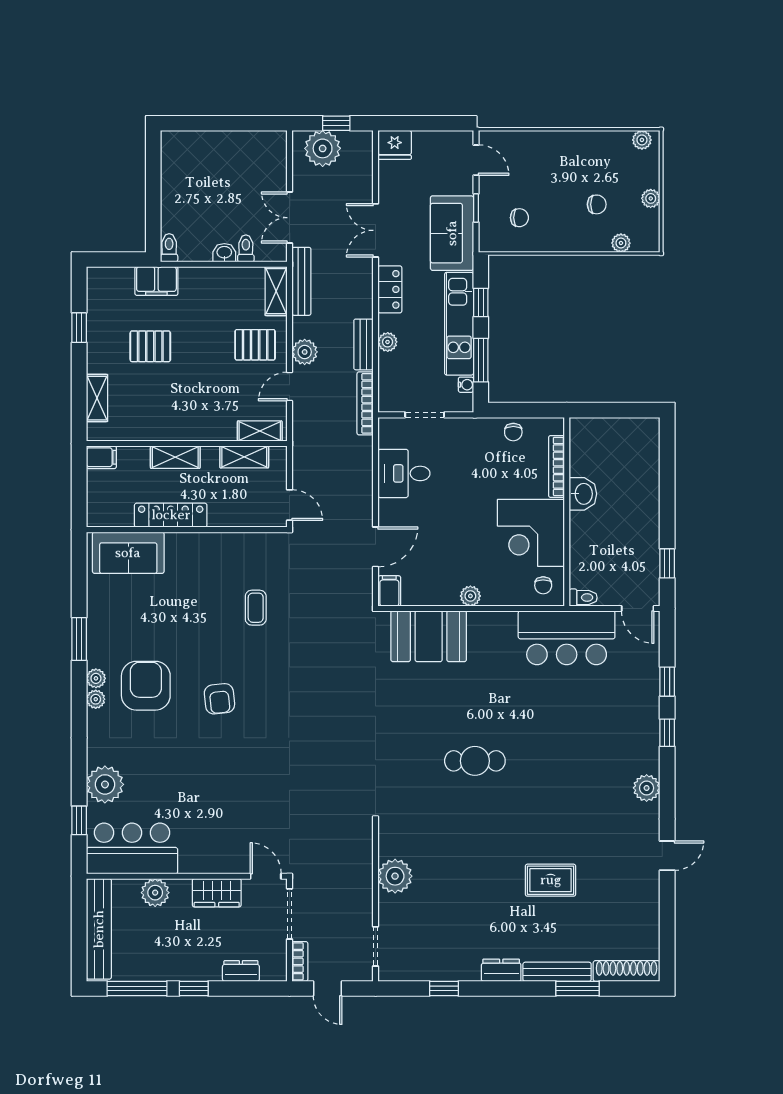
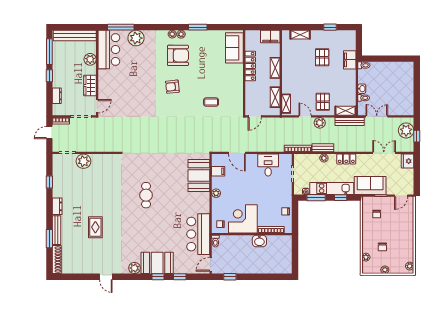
double door: (376, 230) -> (384, 153), moved
filing cabinet: (101, 457) -> (270, 37), width x2.00
filing cabinet: (389, 591) -> (218, 171), moved
booth: (635, 735) -> (157, 263), added
window: (79, 820) -> (121, 27), width x2.17
plant: (395, 876) -> (83, 161), moved

